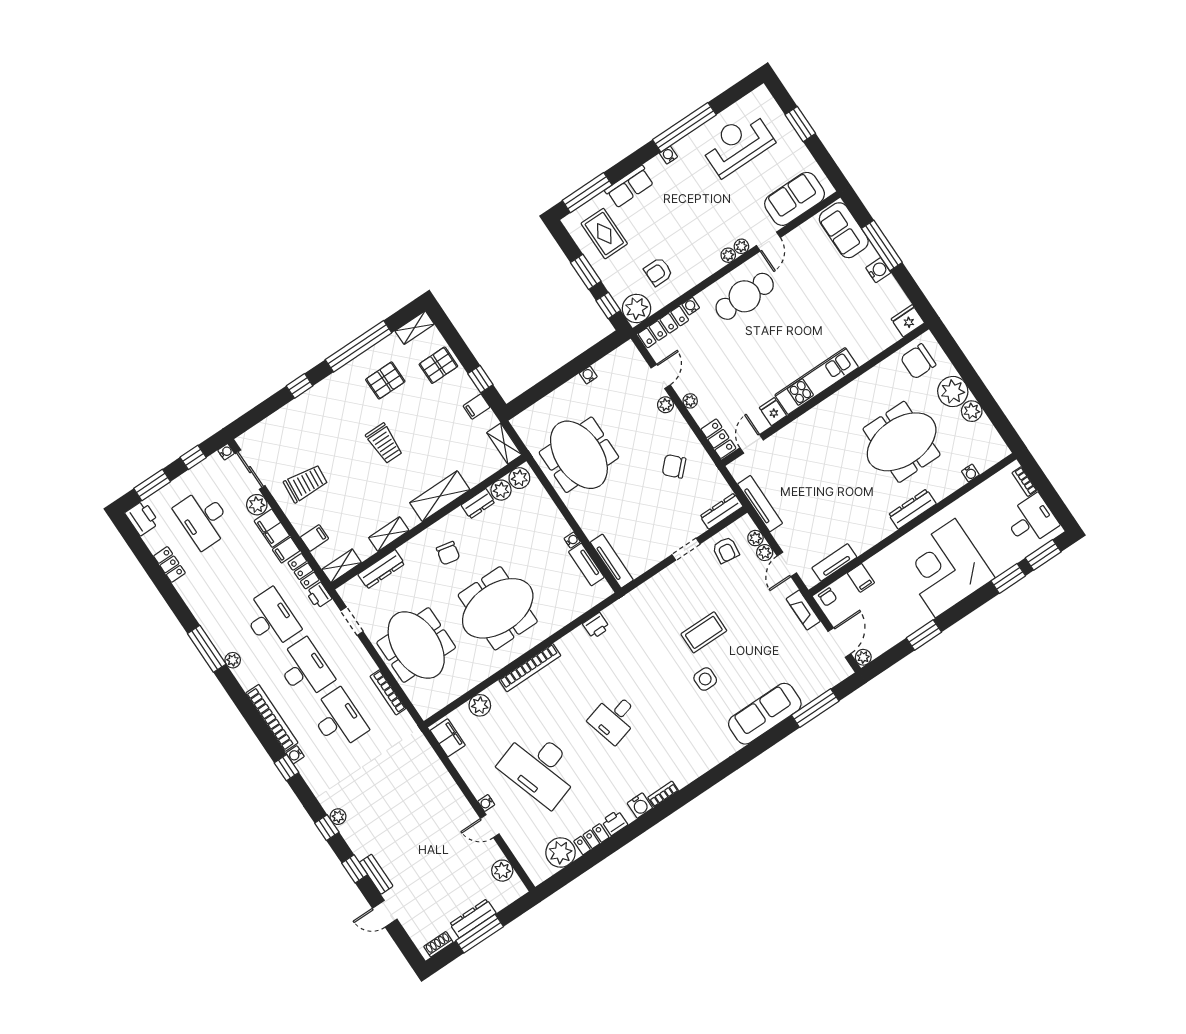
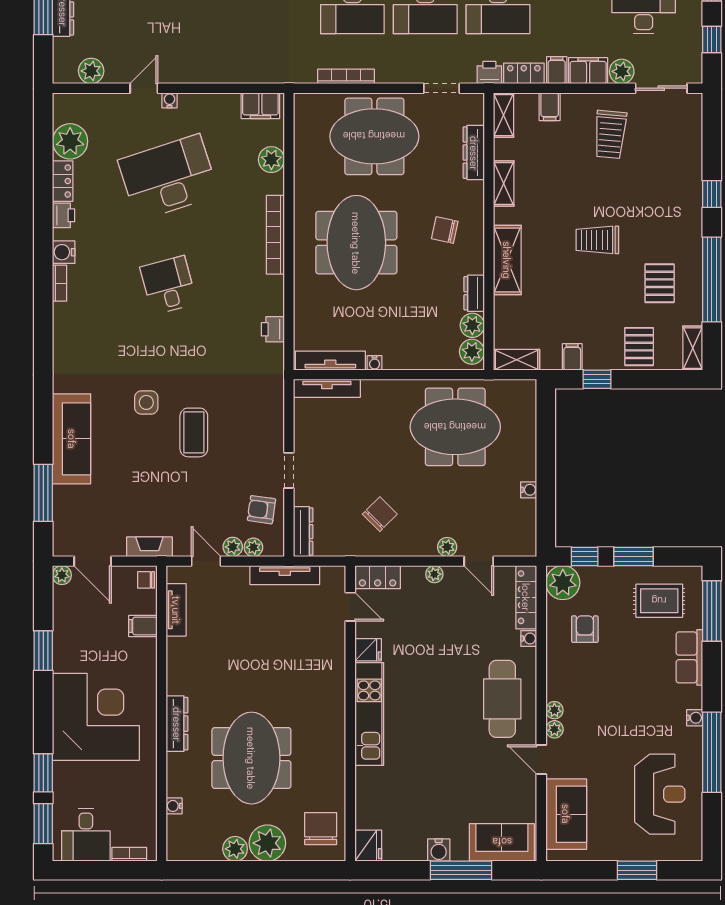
water cooler: (226, 452) -> (695, 76), removed
tv unit: (586, 565) -> (330, 361), width x1.41

